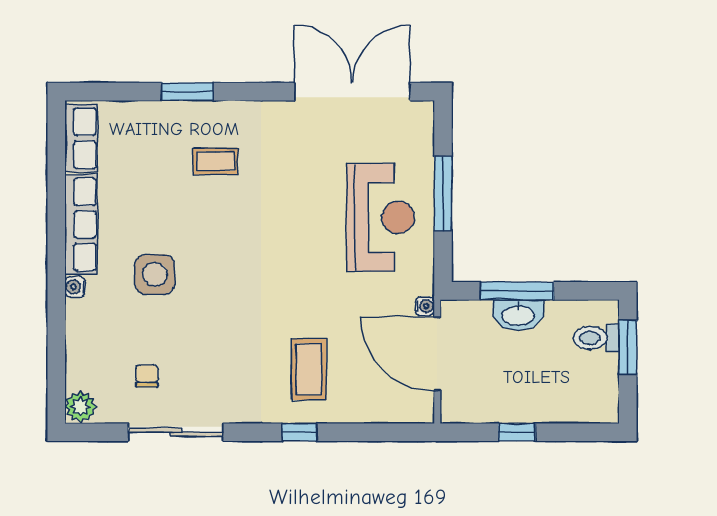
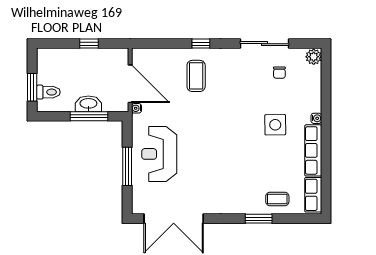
coffee table: (216, 161) -> (277, 199), moved

